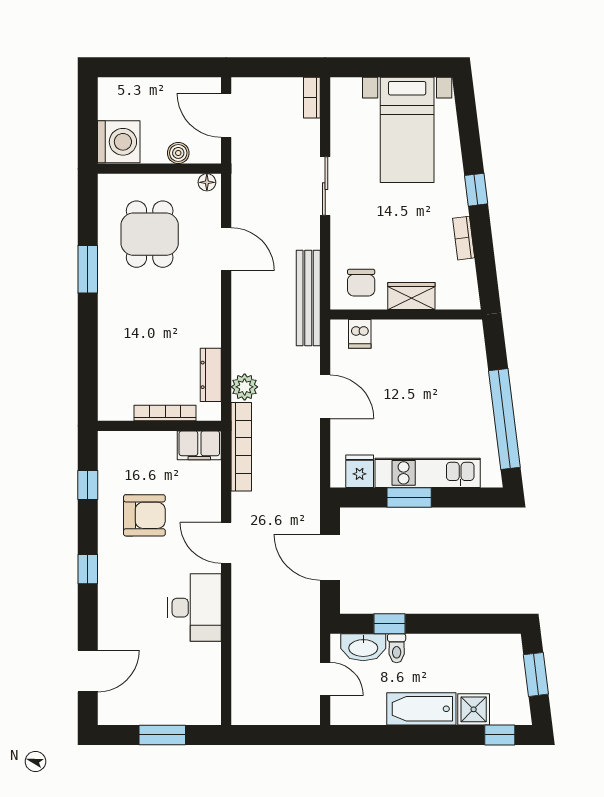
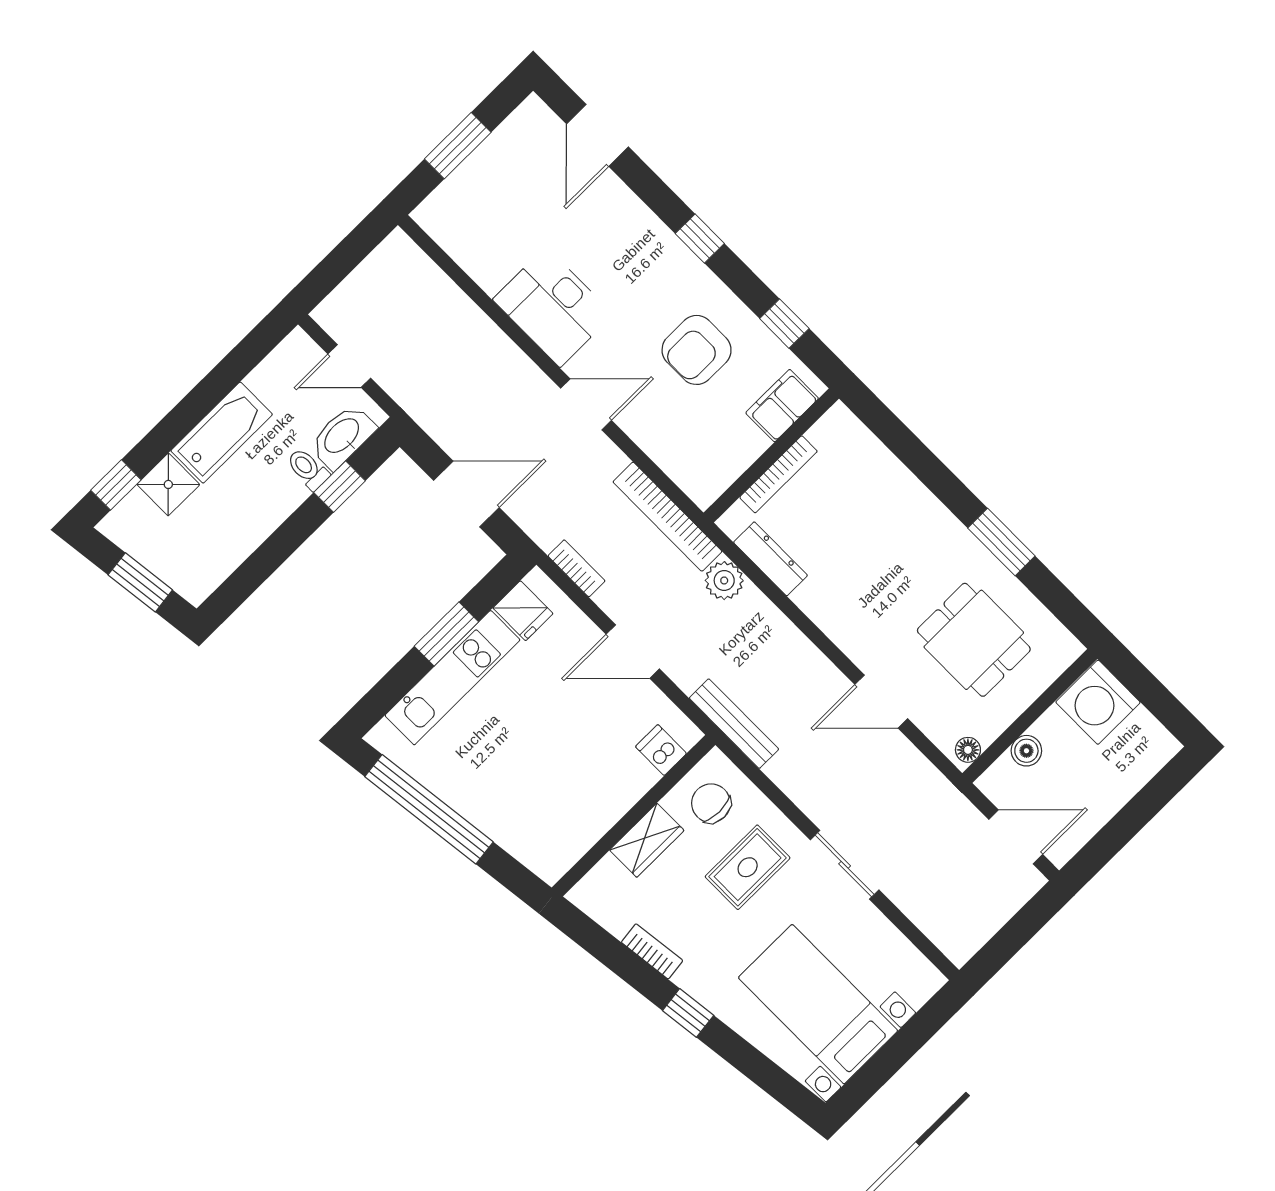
bookcase: (312, 98) -> (577, 568), moved
rug: (375, 233) -> (748, 867), added
bench: (308, 298) -> (734, 724), width x0.73, depth x0.82
filing cabinet: (199, 445) -> (782, 406), moved

